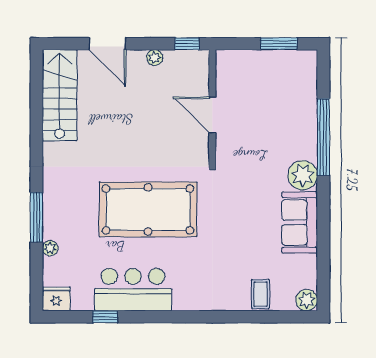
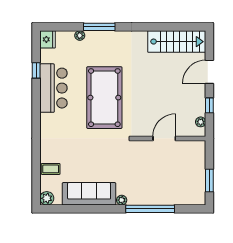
window: (187, 44) -> (209, 105), moved
plant: (155, 58) -> (201, 122), moved
plant: (303, 175) -> (122, 200), width x0.53, depth x0.53
sofa: (300, 222) -> (89, 194), width x1.36

